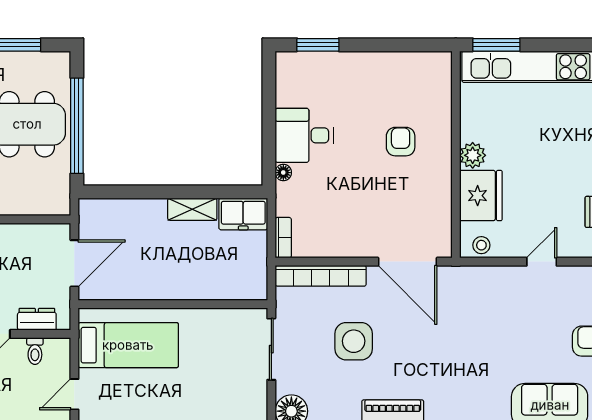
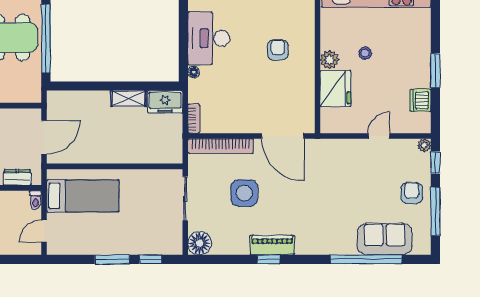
desk: (304, 135) -> (209, 38), width x1.37
stool: (481, 245) -> (365, 53), moved
toilet: (35, 351) -> (36, 200), moved

